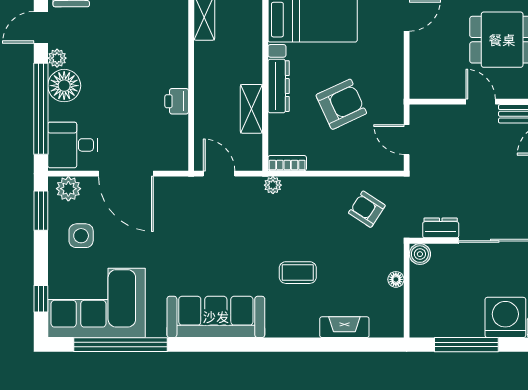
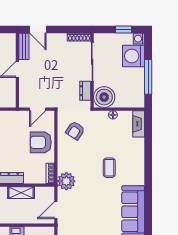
armchair: (341, 104) -> (41, 142), moved, turned -65
plant: (273, 185) -> (66, 181), width x1.87, depth x1.87
boiler: (420, 254) -> (104, 97), width x1.86, depth x1.86
fireplace: (344, 327) -> (139, 124), moved

